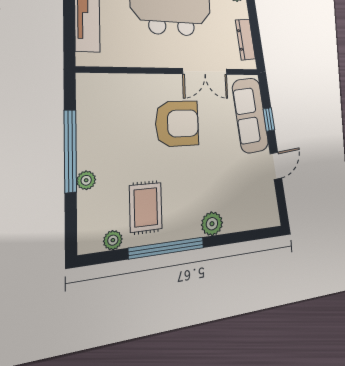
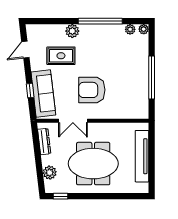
double door: (205, 71) -> (73, 121), swing flipped
door: (276, 166) -> (25, 50), moved
plant: (86, 180) -> (144, 29), moved
rug: (146, 207) -> (61, 56), moved, turned 90

